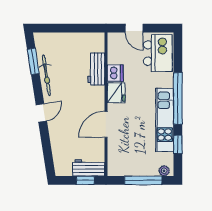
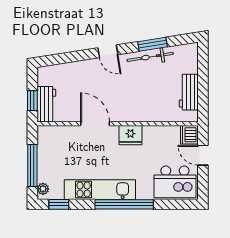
door: (134, 28) -> (203, 155), hinge flipped
window: (33, 61) -> (153, 44), moved
workbench: (96, 69) -> (189, 92), moved, turned -90
dishwasher: (115, 73) -> (189, 135), moved, turned 90
window: (178, 144) -> (59, 204), moved

